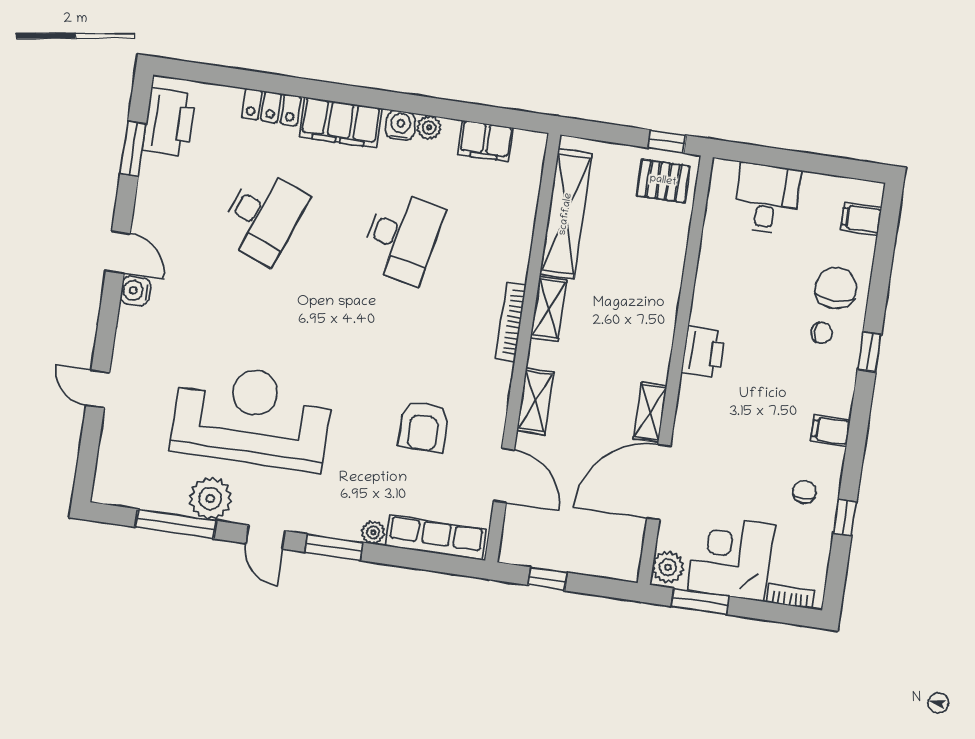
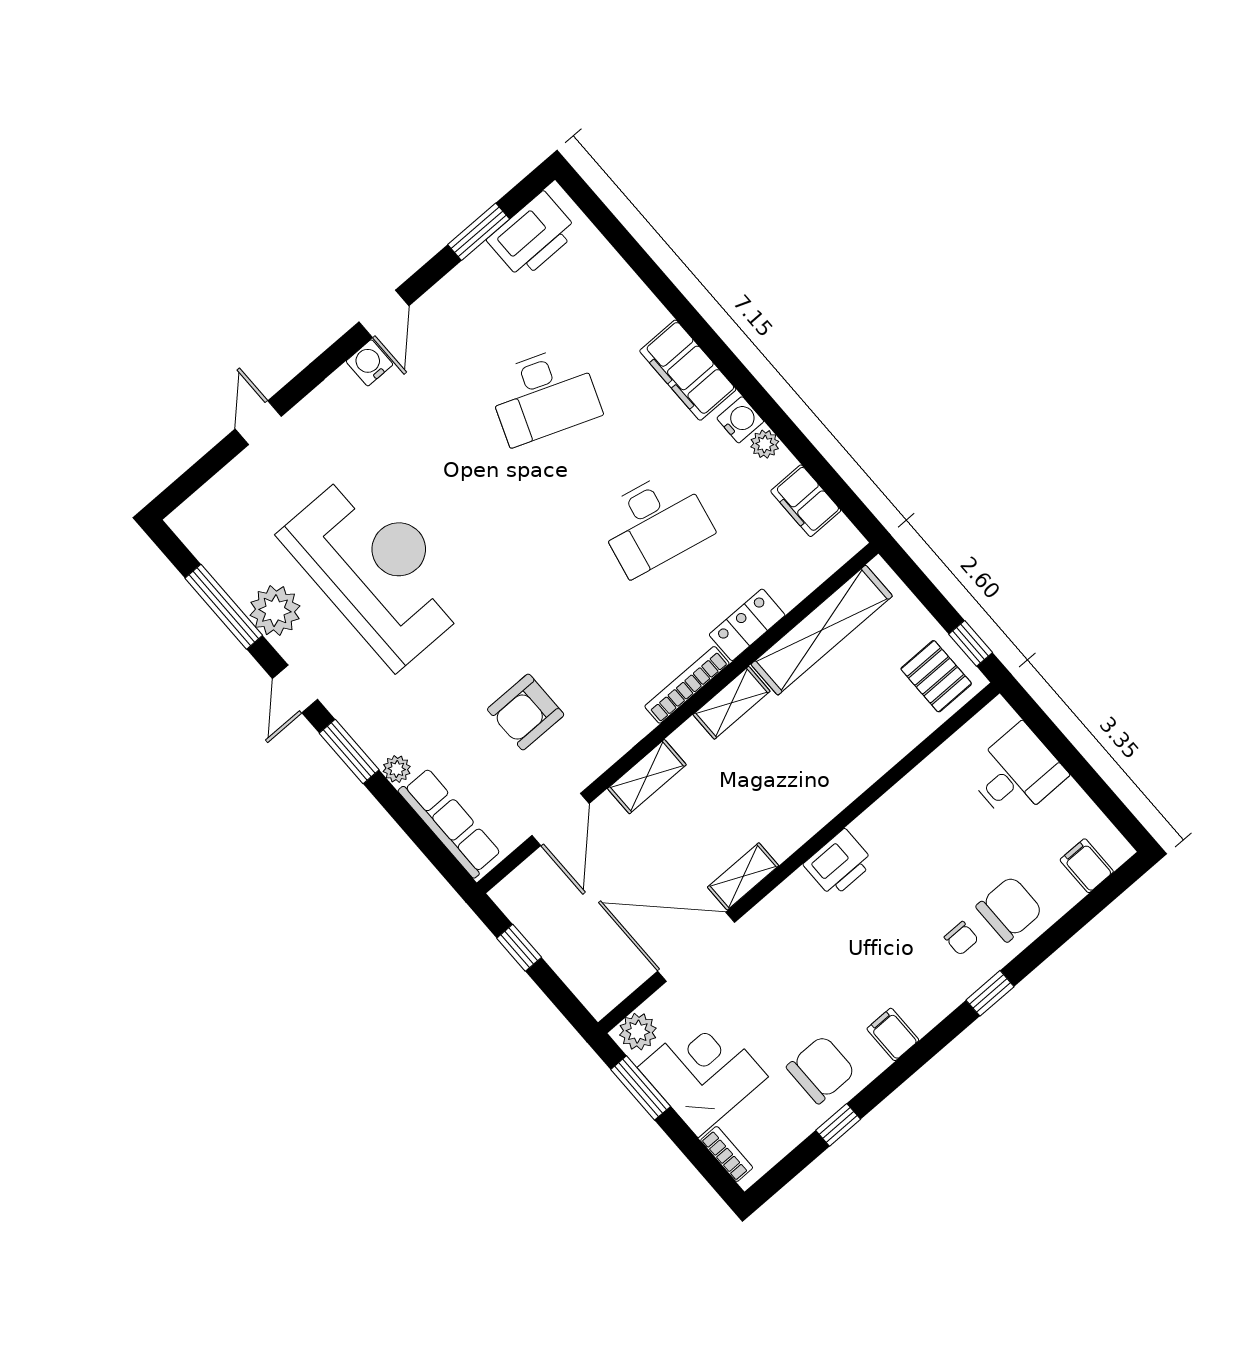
locker: (271, 107) -> (747, 625), moved, turned 90
chair: (804, 492) -> (821, 1069), width x1.87, depth x1.87

